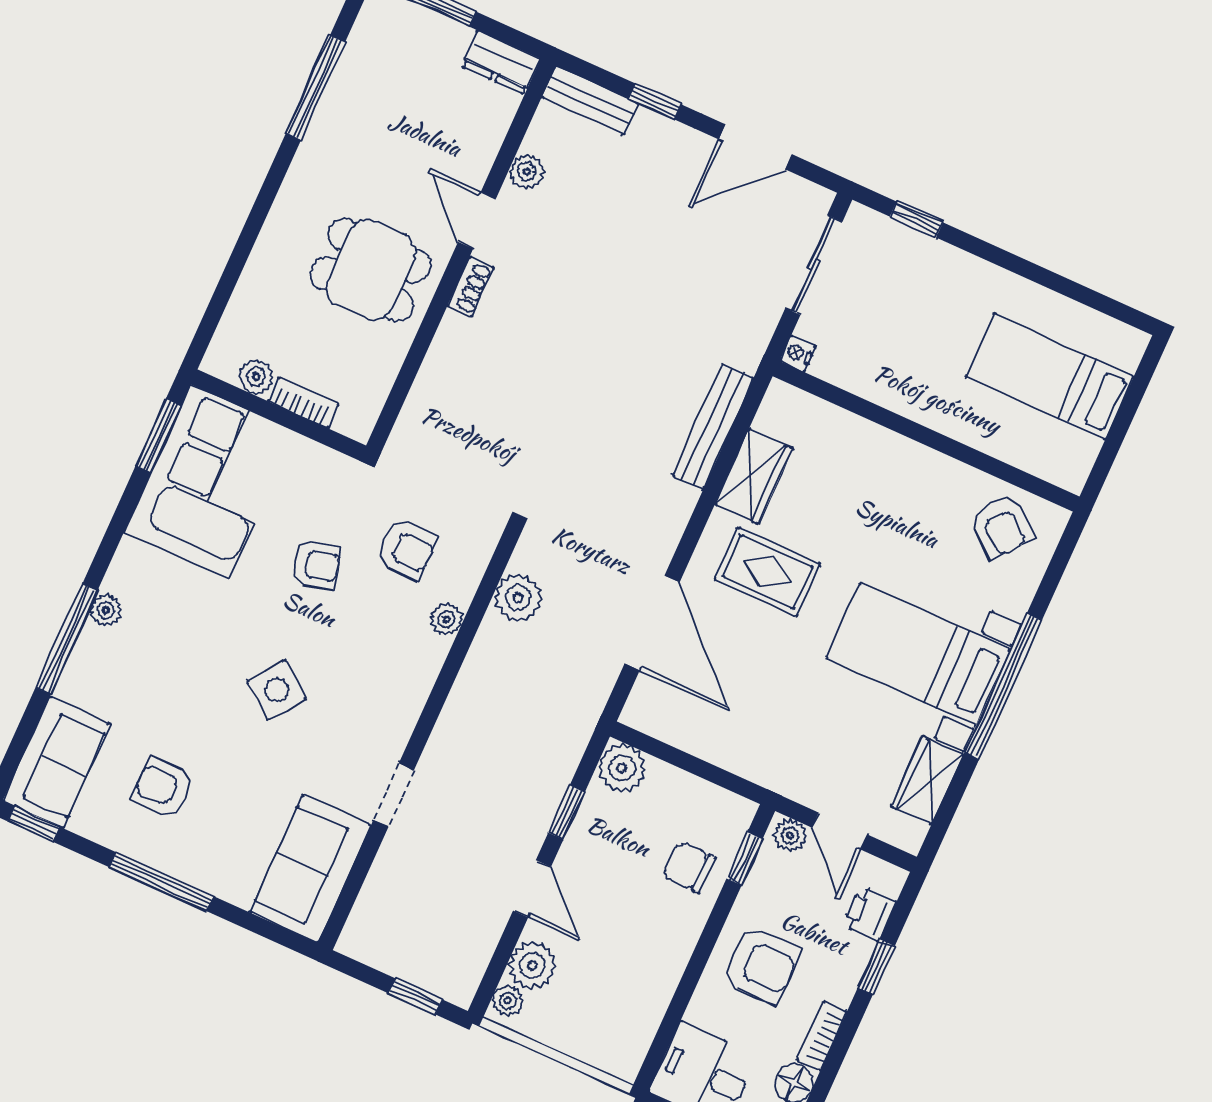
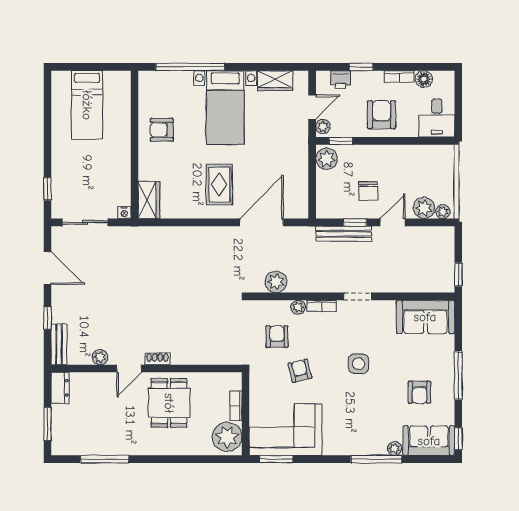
plant: (256, 377) -> (227, 437), width x1.87, depth x1.87
bench: (713, 427) -> (344, 234), moved
wardrobe: (754, 476) -> (149, 200), moved, turned 90
armchair: (1002, 527) -> (162, 130), moved, turned -129
plant: (106, 610) -> (395, 448), moved
bookcase: (428, 668) -> (321, 306), added
window: (1003, 686) -> (190, 67), moved
side table: (276, 690) -> (358, 364), turned -37
plant: (622, 768) -> (327, 159), moved
doorway: (394, 795) -> (358, 296), moved
chair: (689, 867) -> (368, 191), moved
window: (415, 996) -> (458, 275), moved

